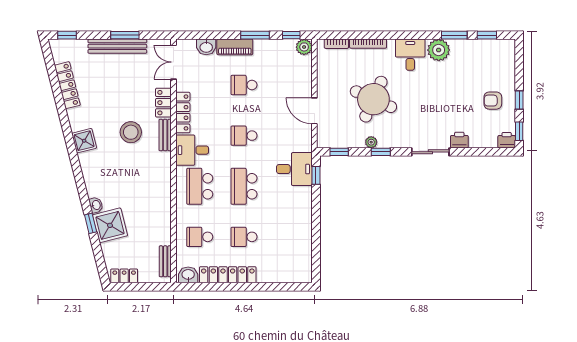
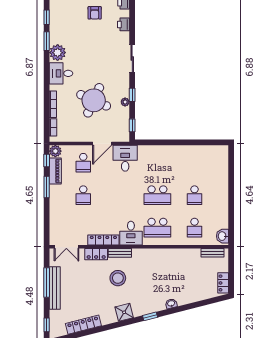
window: (125, 35) -> (47, 282), width x1.44
washbasin: (206, 47) -> (55, 223), removed
piano: (235, 47) -> (55, 171), moved
school desk: (244, 136) -> (83, 163), moved
printer: (459, 140) -> (124, 24), moved
desk: (294, 169) -> (125, 158), moved
window: (316, 175) -> (149, 142), removed
window: (91, 223) -> (150, 316), moved
shower: (110, 225) -> (186, 293), removed
locker: (228, 275) -> (222, 207), removed

